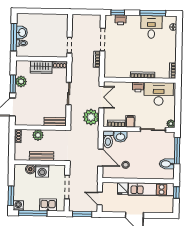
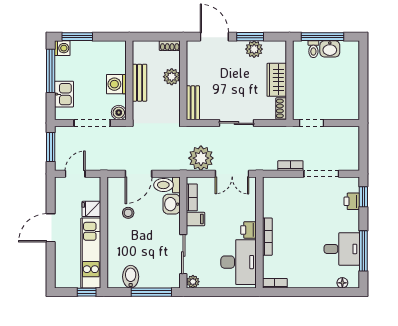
boiler: (30, 169) -> (119, 113), moved

